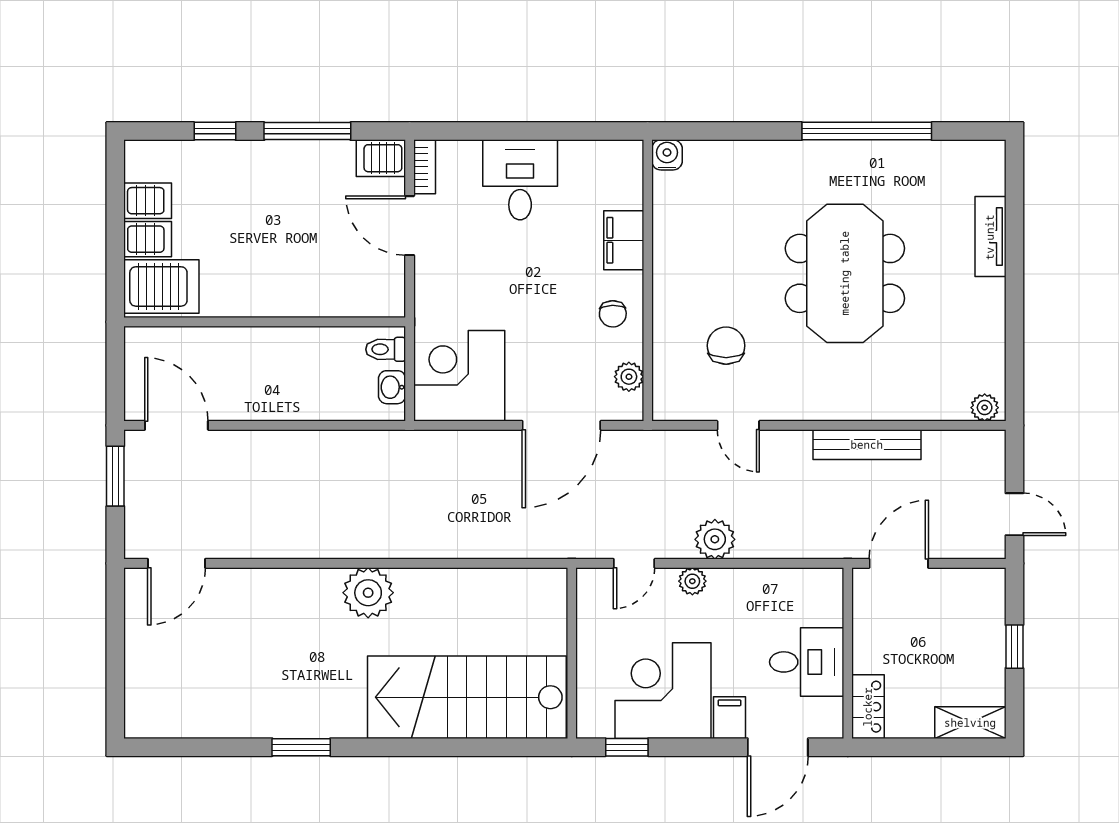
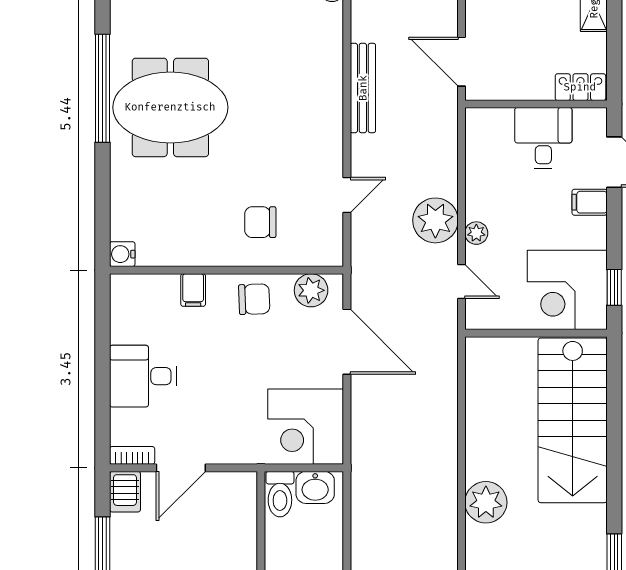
filing cabinet: (624, 240) -> (193, 290), width x0.50
meeting table: (845, 273) -> (170, 107), moved
chair: (613, 314) -> (254, 299), width x1.37, depth x1.37
chair: (726, 346) -> (260, 222), moved
toilet: (386, 349) -> (280, 494), width x1.37, depth x1.39
plant: (629, 377) -> (311, 290), width x1.38, depth x1.38
washbasin: (392, 387) -> (315, 487), width x1.38, depth x1.45
plant: (715, 539) -> (435, 220), width x1.36, depth x1.36
corner desk: (663, 691) -> (567, 290), moved

